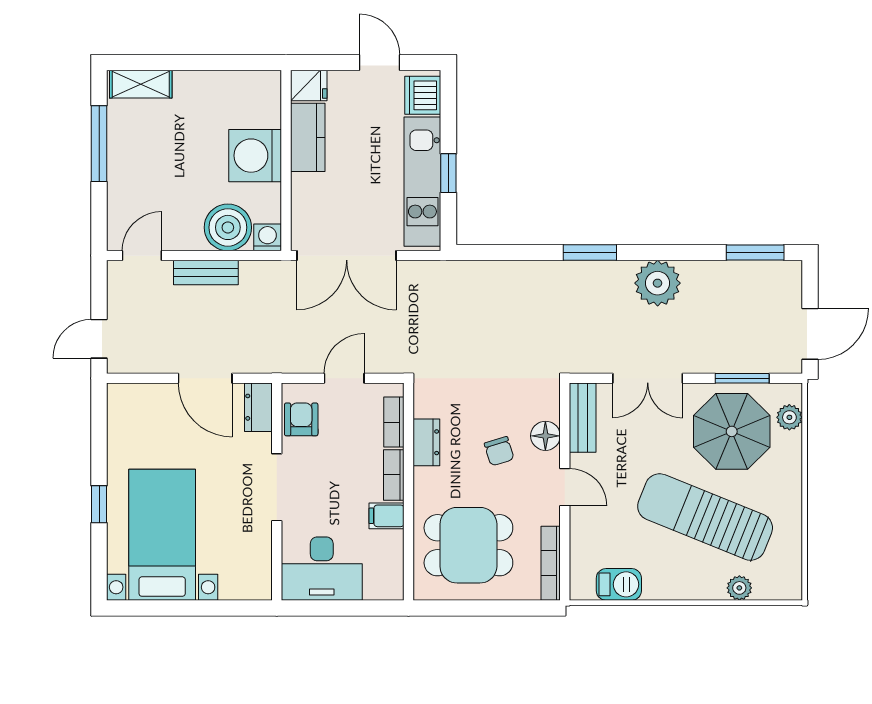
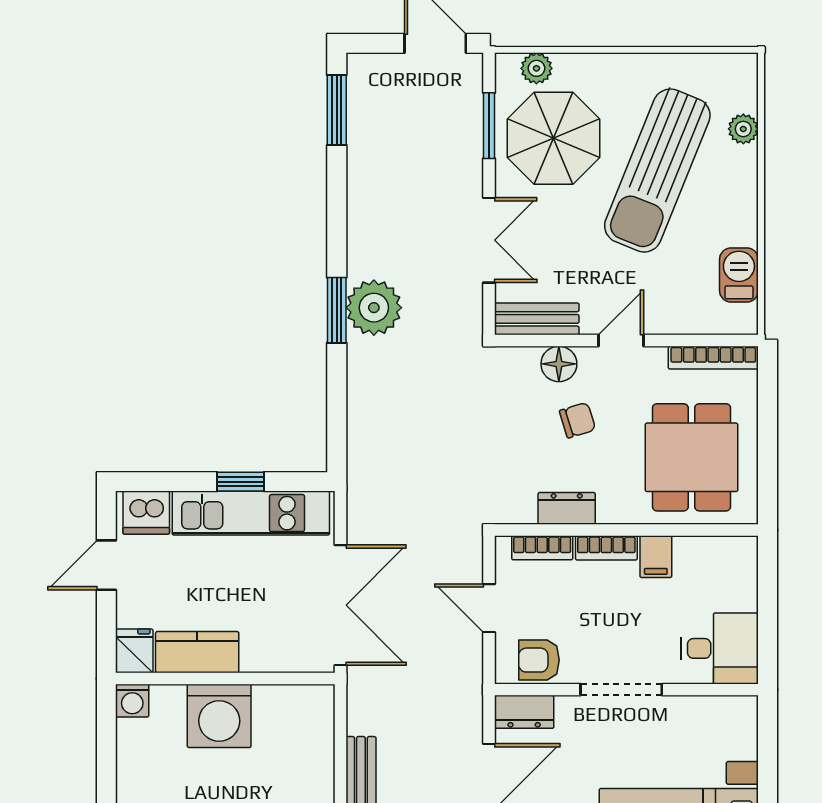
boiler: (228, 227) -> (306, 749), removed
washing machine: (267, 237) -> (132, 701), moved, turned -90
plant: (658, 283) -> (374, 308), moved
desk: (322, 569) -> (720, 648), width x0.73

